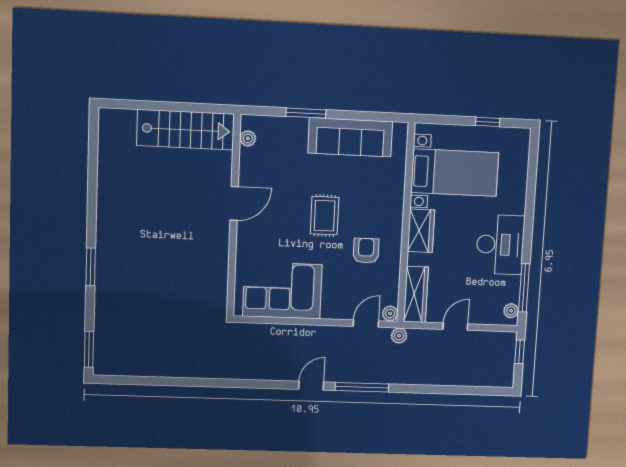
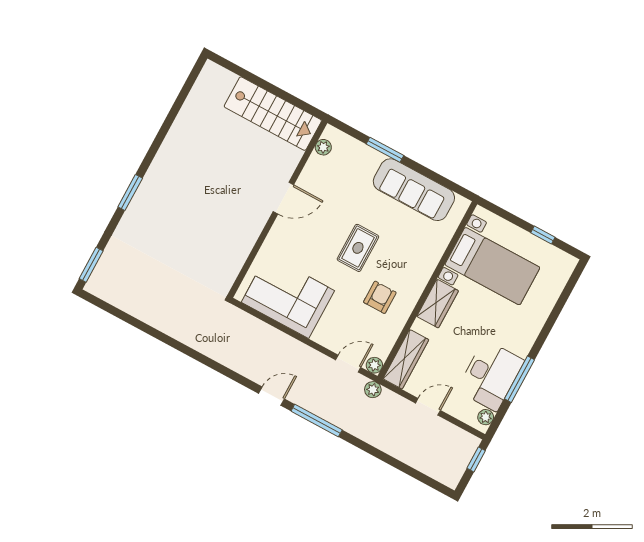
desk: (500, 245) -> (490, 375), moved
window: (524, 288) -> (519, 379), moved

